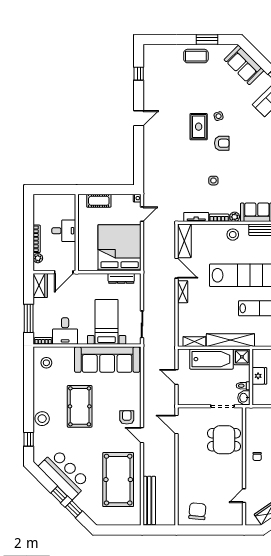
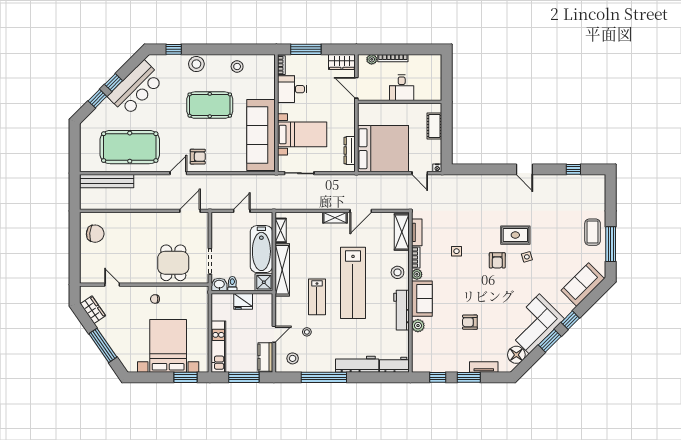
window: (207, 39) -> (611, 244), width x1.44
shelving: (184, 241) -> (402, 232), moved, turned 90
stool: (46, 363) -> (237, 67), moved

